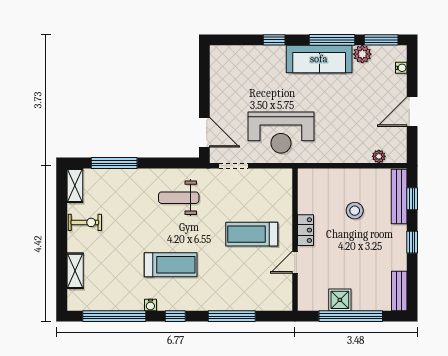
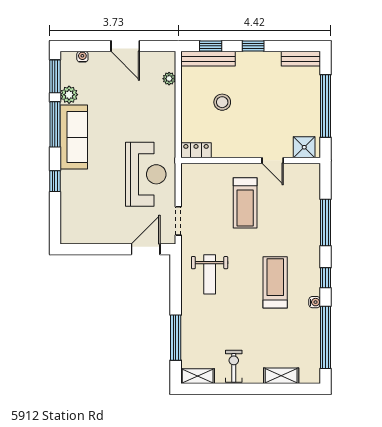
locker: (305, 230) -> (196, 150), moved
shower: (340, 300) -> (304, 147), moved

